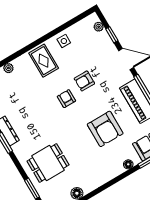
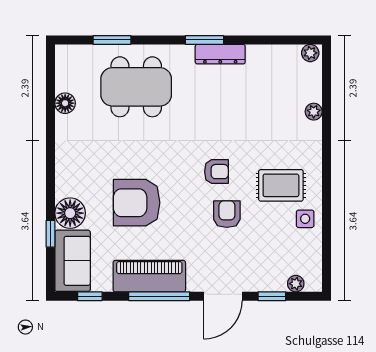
rug: (44, 61) -> (281, 185), moved
dining table: (48, 163) -> (136, 87), width x1.38
floor lamp: (128, 164) -> (70, 213), width x1.89, depth x1.89

